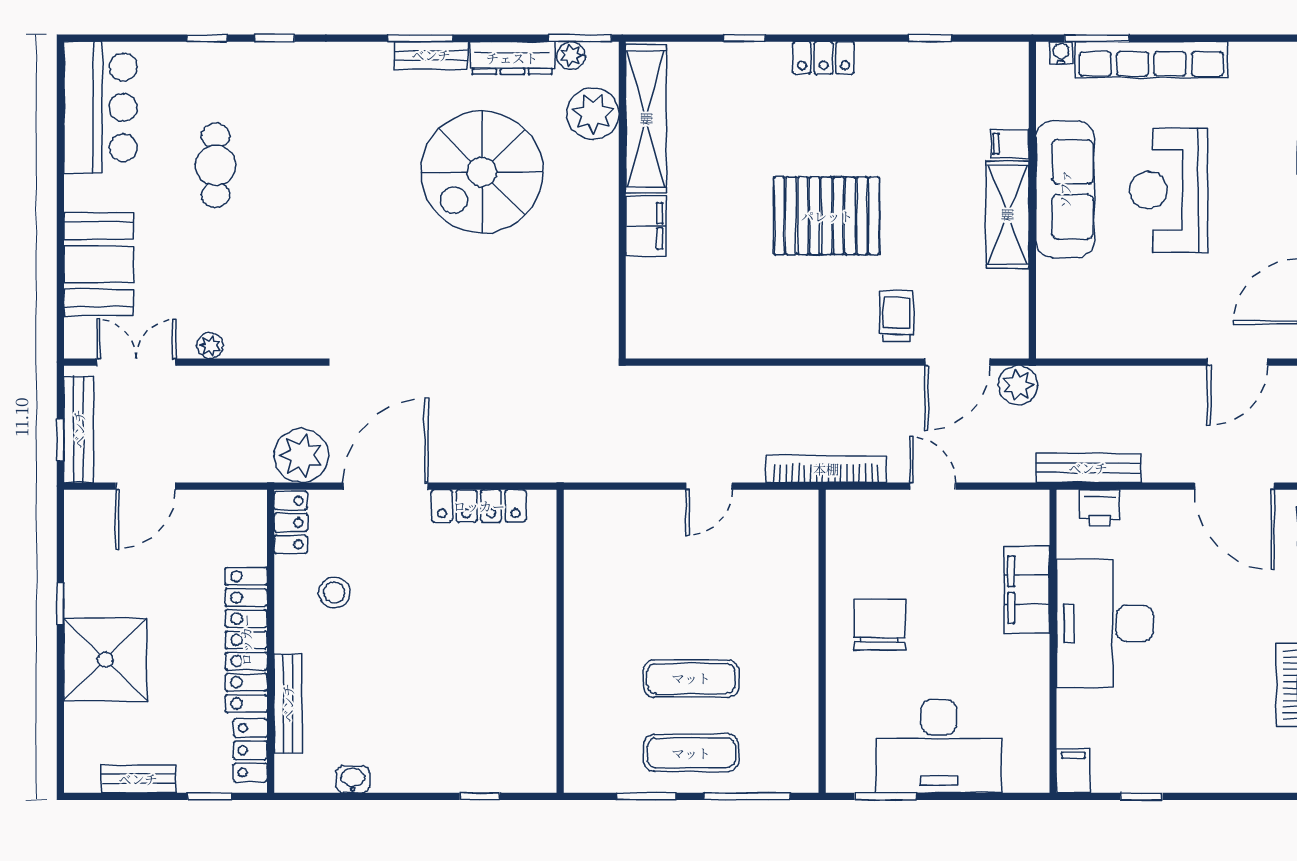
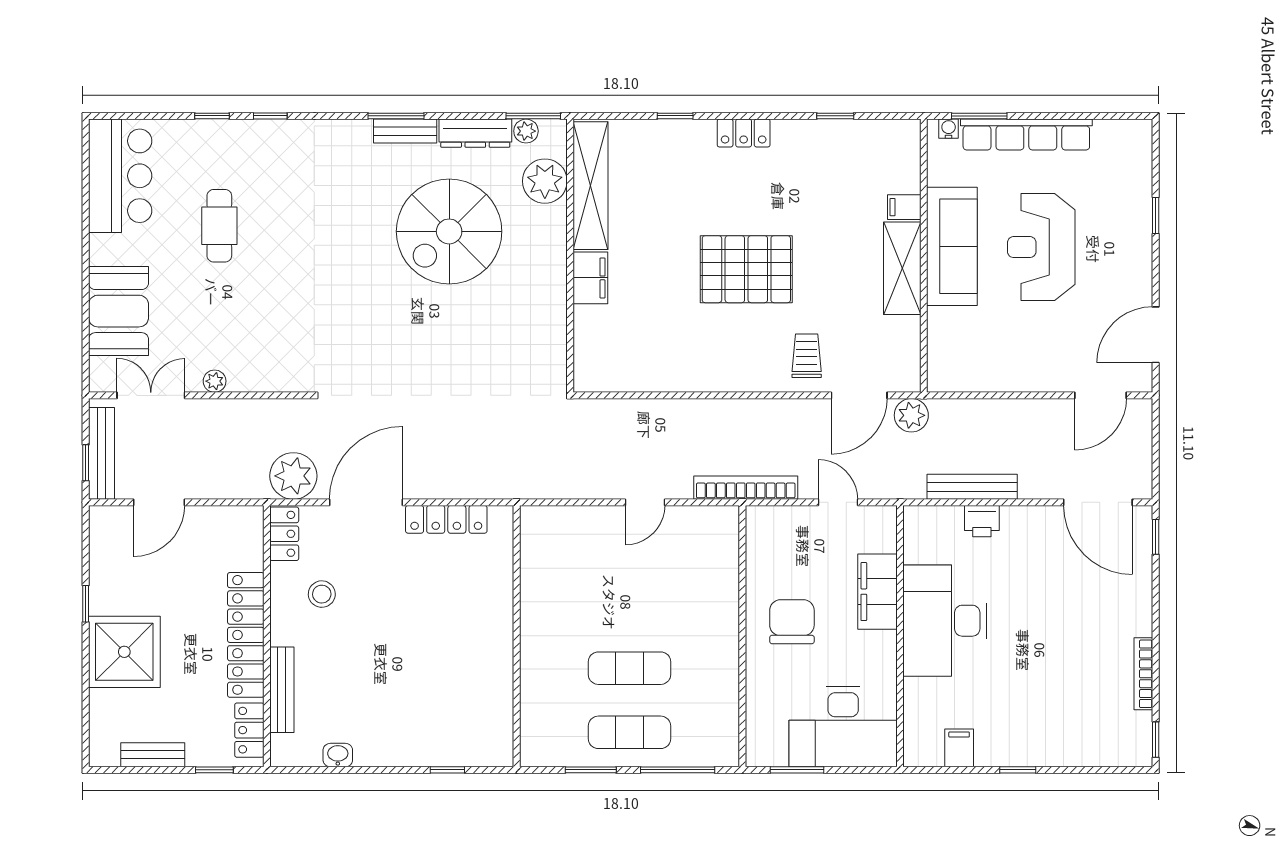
filing cabinet: (1027, 590) -> (877, 592), moved
desk: (1105, 623) -> (945, 621), moved
wall: (1053, 641) -> (900, 636), moved

